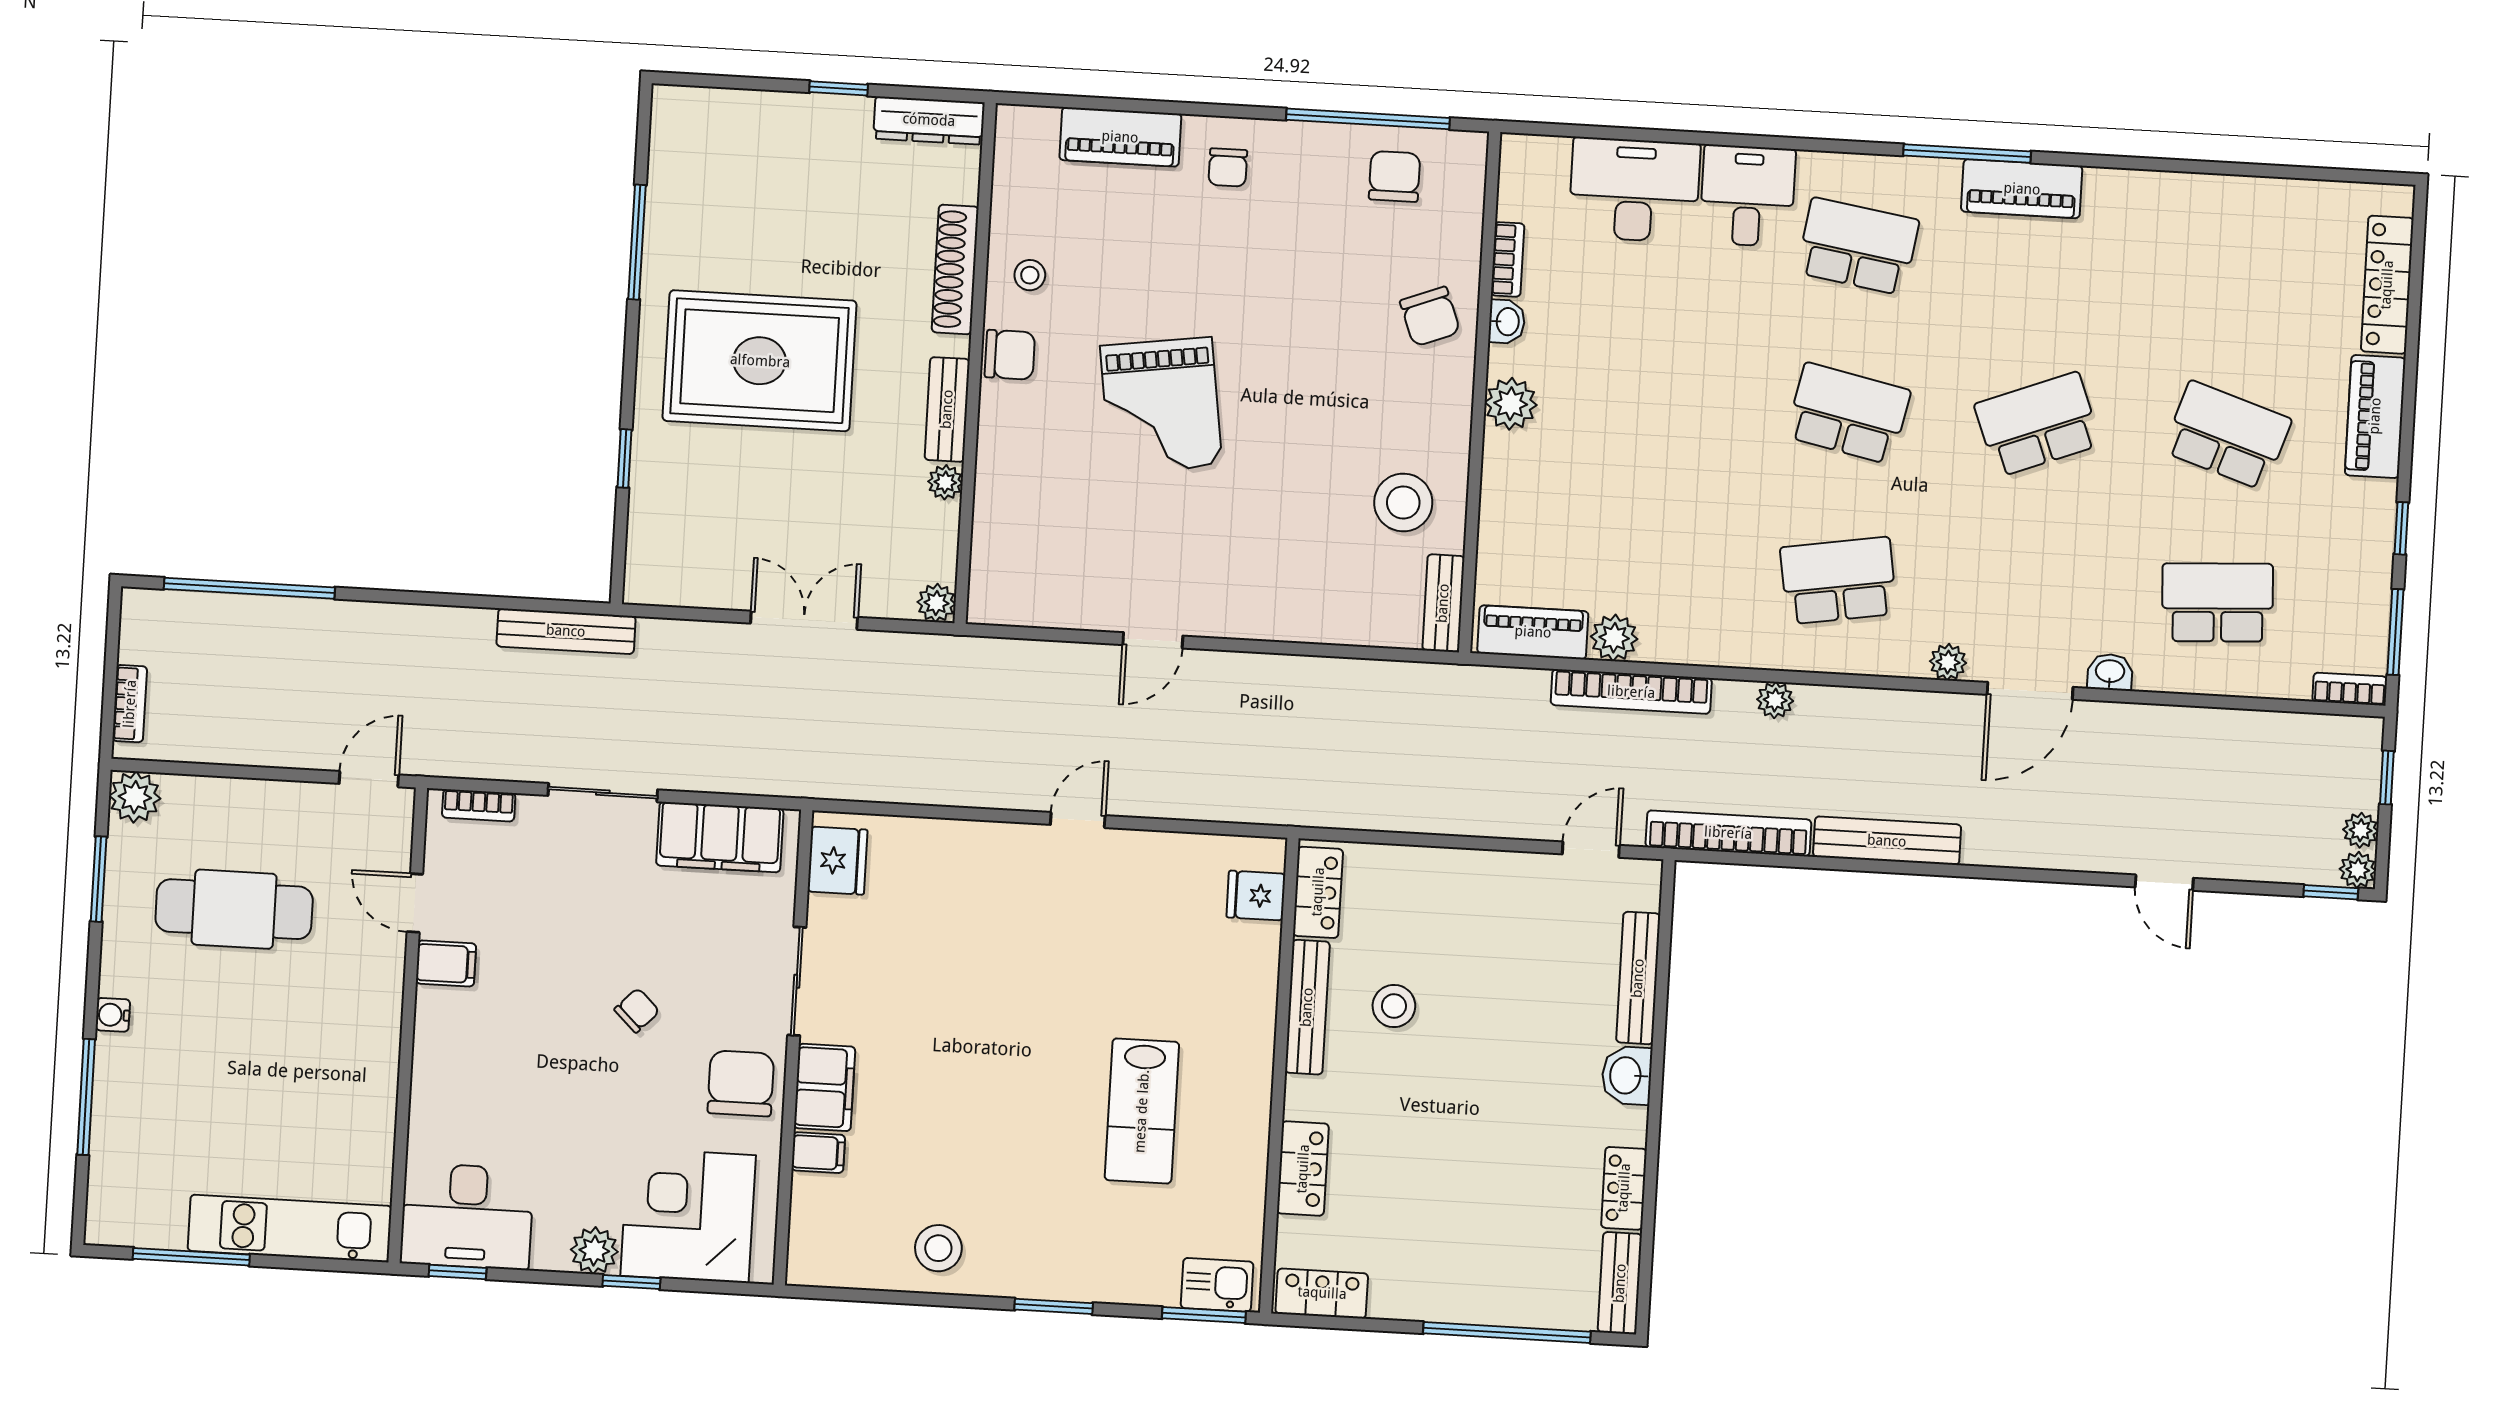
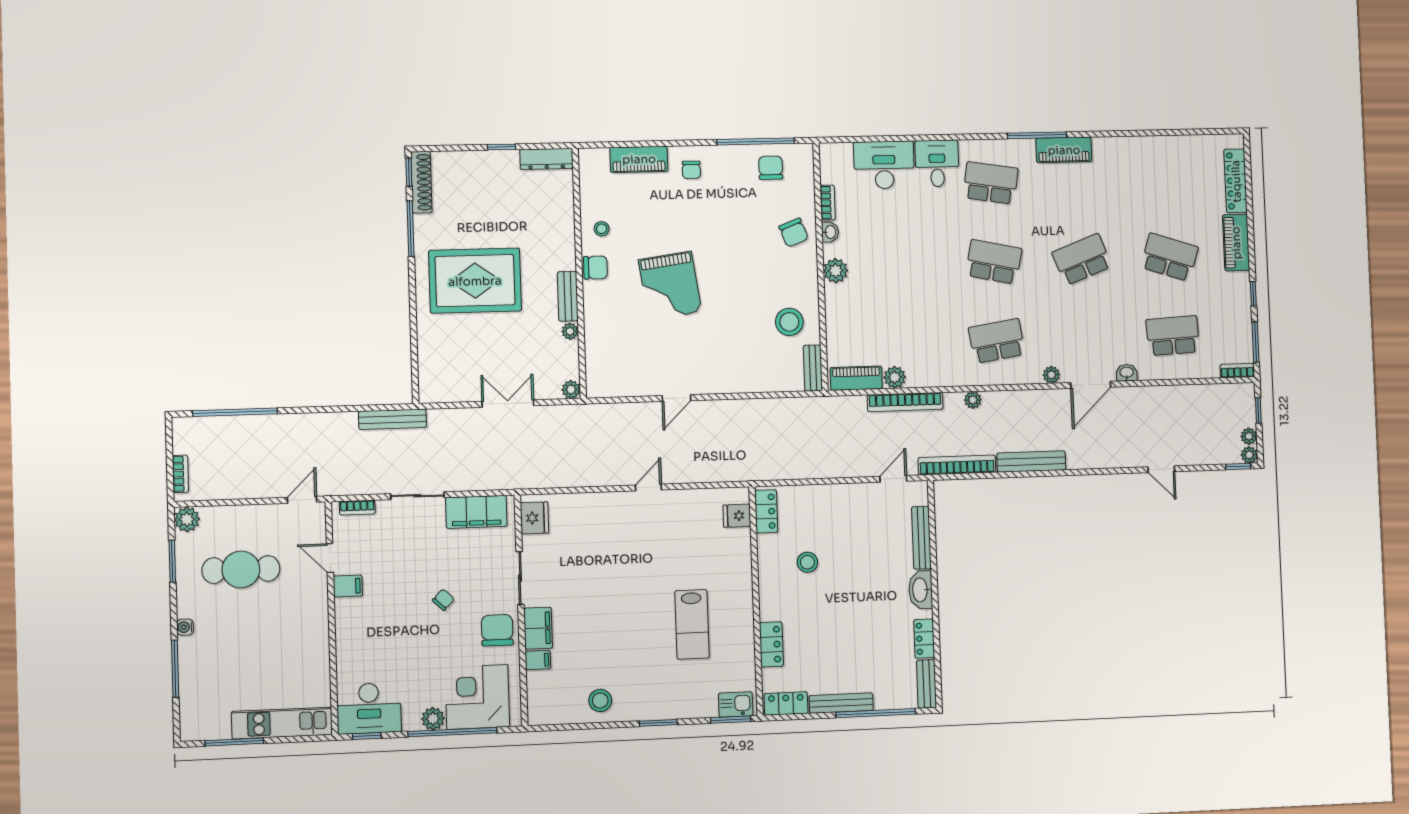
shoe rack: (955, 269) -> (421, 182), moved, turned 180
window: (625, 458) -> (409, 172), moved
bench: (1307, 1007) -> (841, 703), moved, turned 90
washbasin: (1627, 1075) -> (921, 590), width x1.38
window: (631, 1282) -> (452, 732), width x3.17

